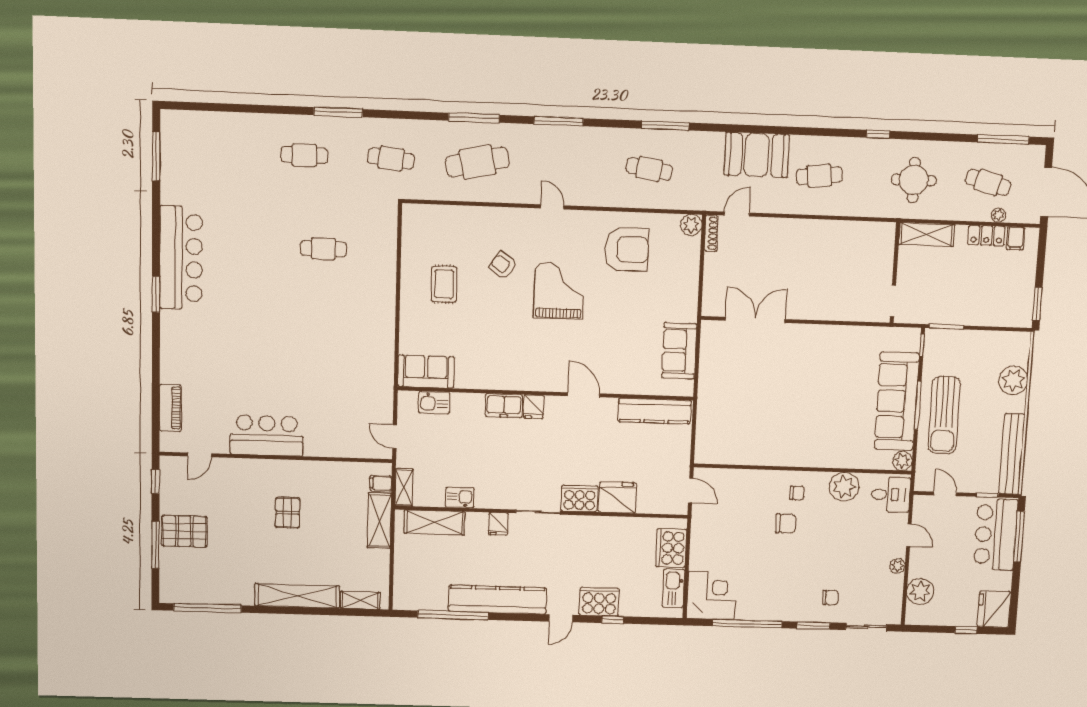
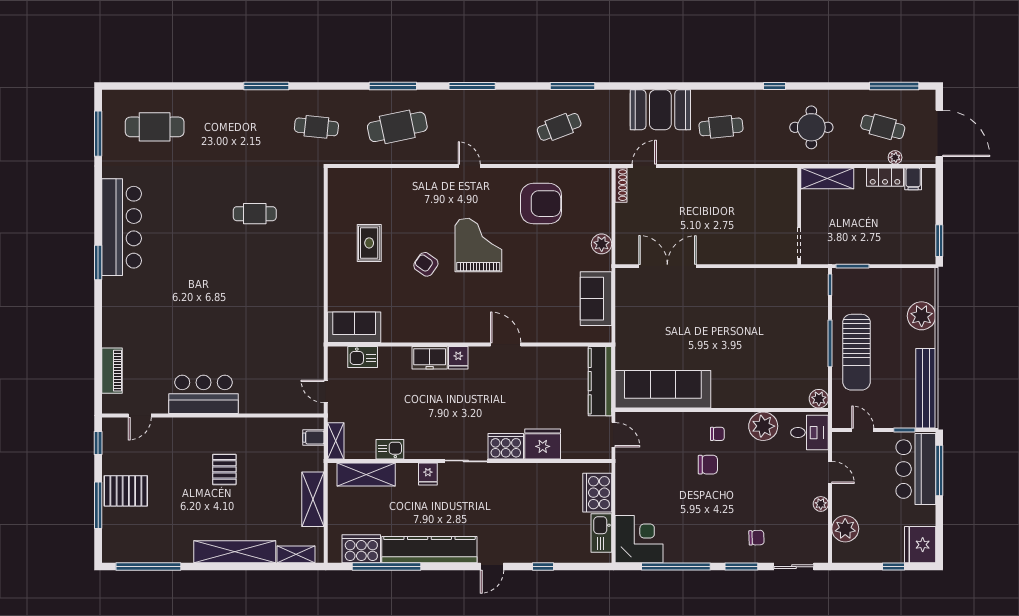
cafe table: (304, 155) -> (155, 127), moved, width x1.37, depth x1.35
cafe table: (649, 169) -> (559, 127), turned -30
plant: (691, 225) -> (602, 244), moved
armchair: (503, 266) -> (426, 264), moved
sofa: (897, 401) -> (663, 389), moved, turned 90
kitchen counter: (655, 411) -> (600, 381), moved, turned 90
shelving: (379, 520) -> (313, 499), moved
cooker: (599, 602) -> (361, 549), moved

